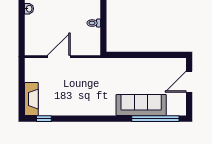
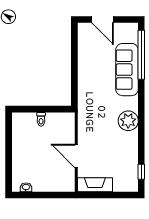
fireplace: (31, 99) -> (95, 185), moved
plant: (92, 106) -> (128, 121), added

